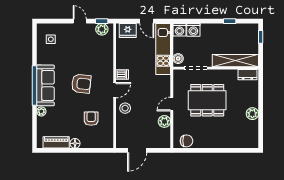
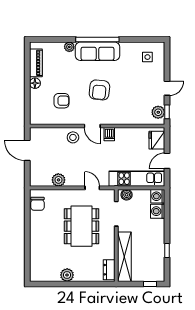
door: (172, 104) -> (92, 188), moved

